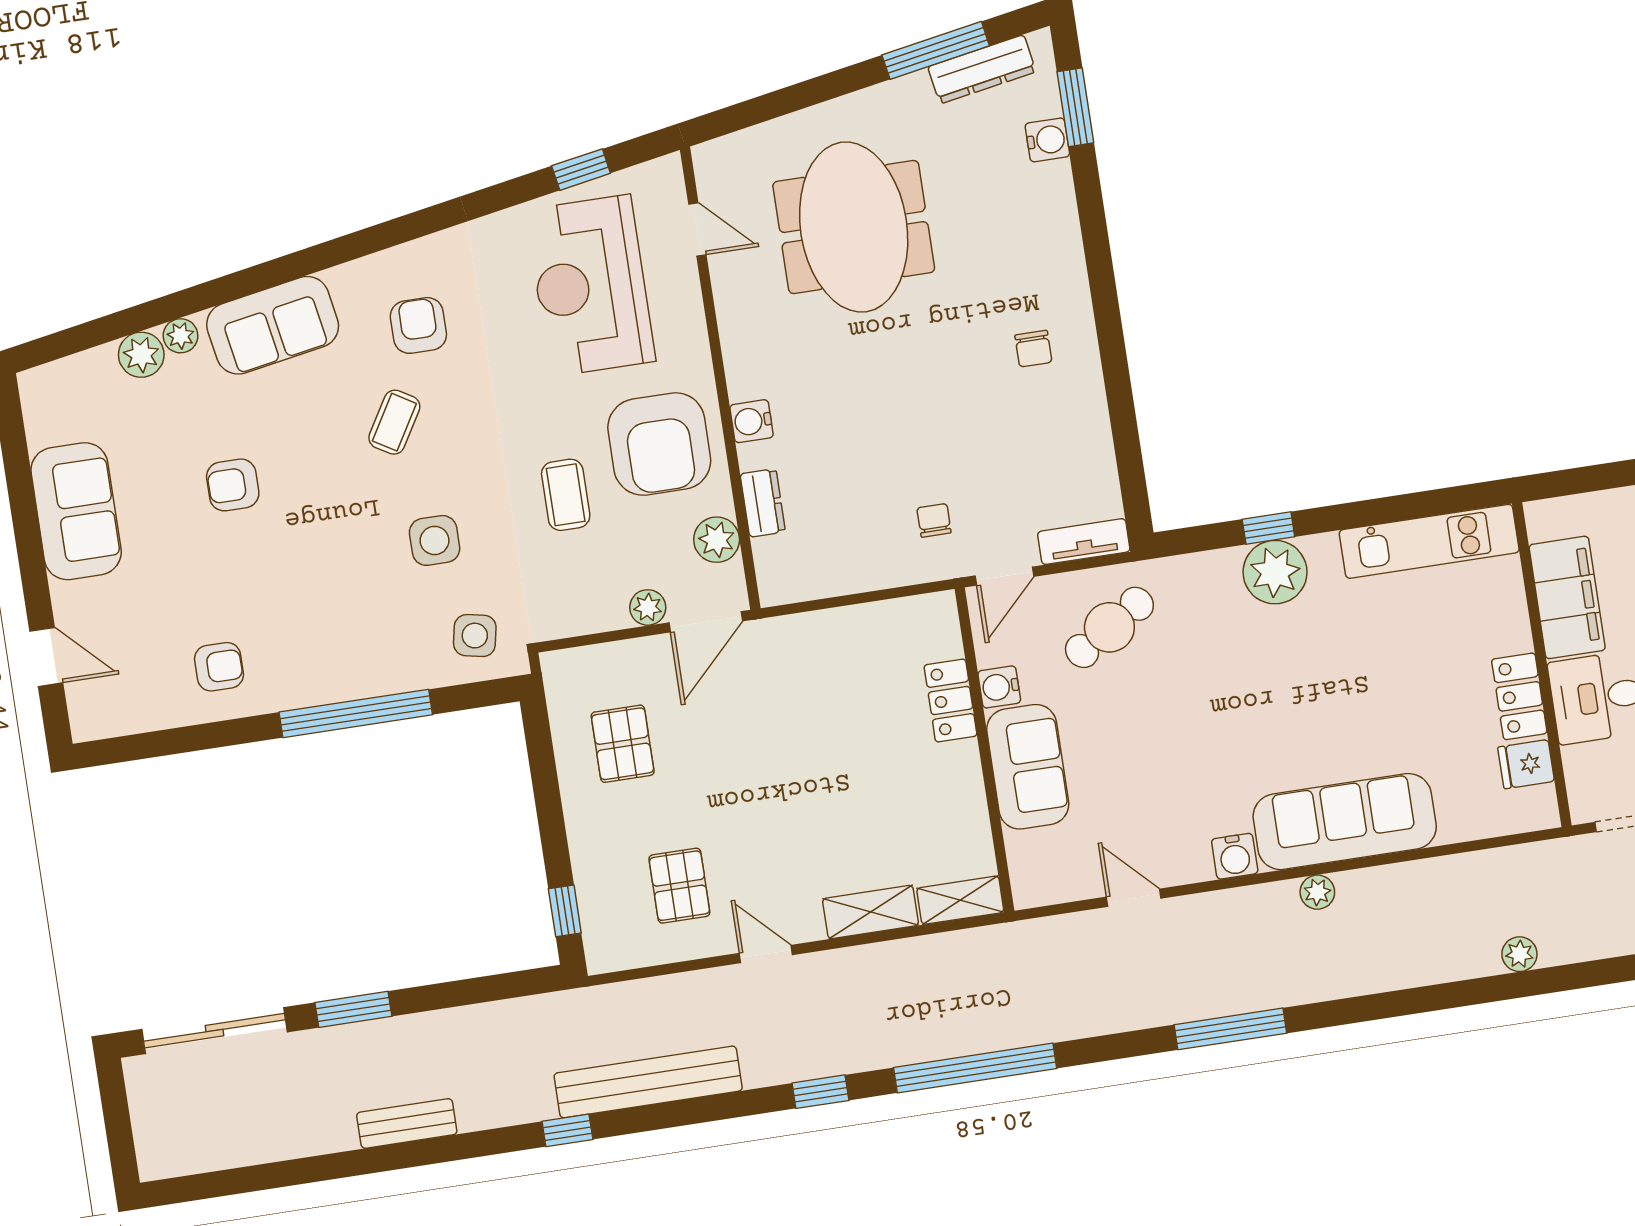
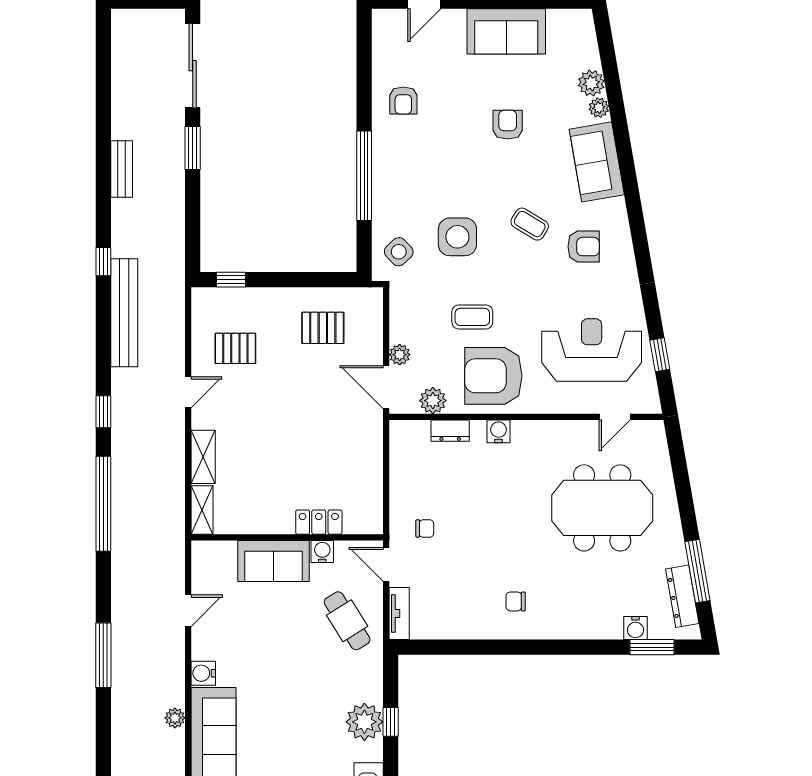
side table: (435, 540) -> (457, 237), width x1.37, depth x1.37
side table: (475, 636) -> (399, 252), turned 36

